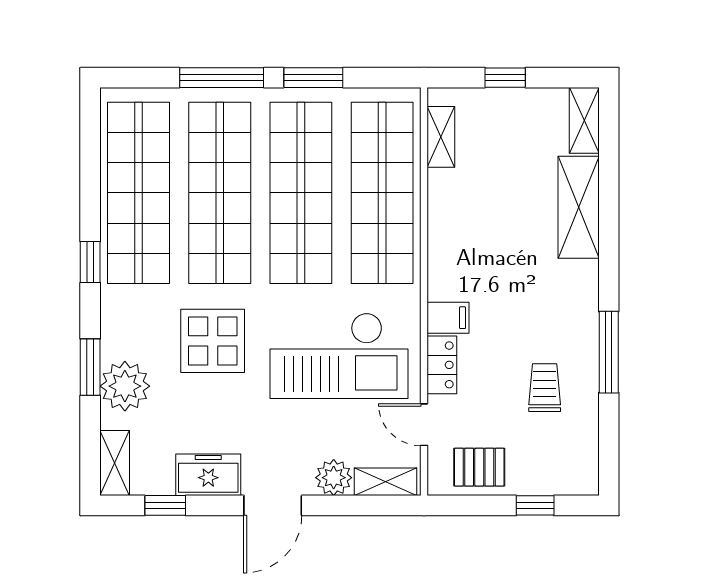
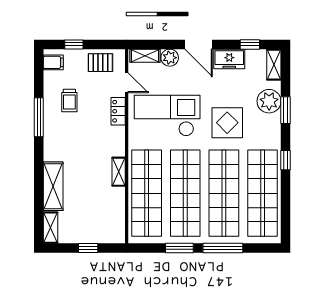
shelving: (441, 137) -> (119, 172), moved
filing cabinet: (448, 318) -> (53, 62), moved, turned 180
door: (273, 505) -> (199, 44), swing flipped

